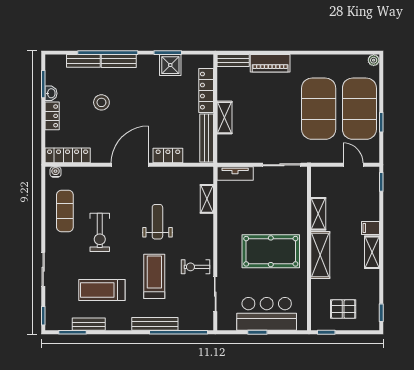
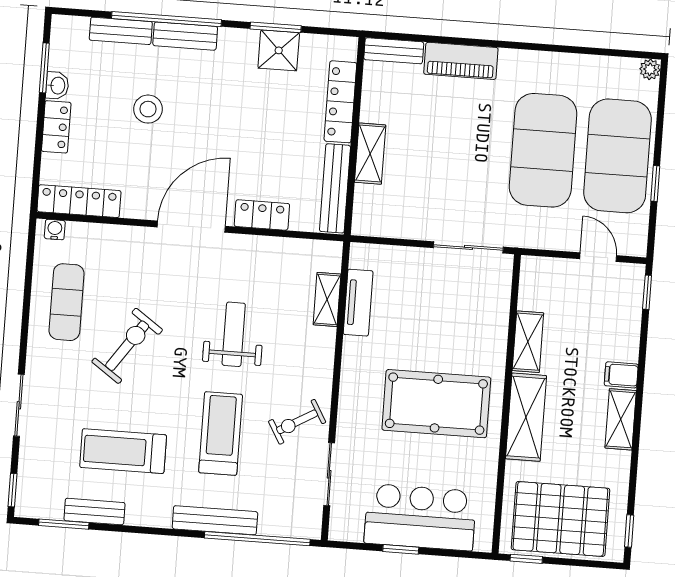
tv unit: (235, 173) -> (358, 303), moved, turned -90
exercise bike: (100, 232) -> (127, 346), turned -145
exercise bike: (196, 267) -> (297, 422), turned -30
pallet: (343, 309) -> (560, 519), width x2.05, depth x2.00

